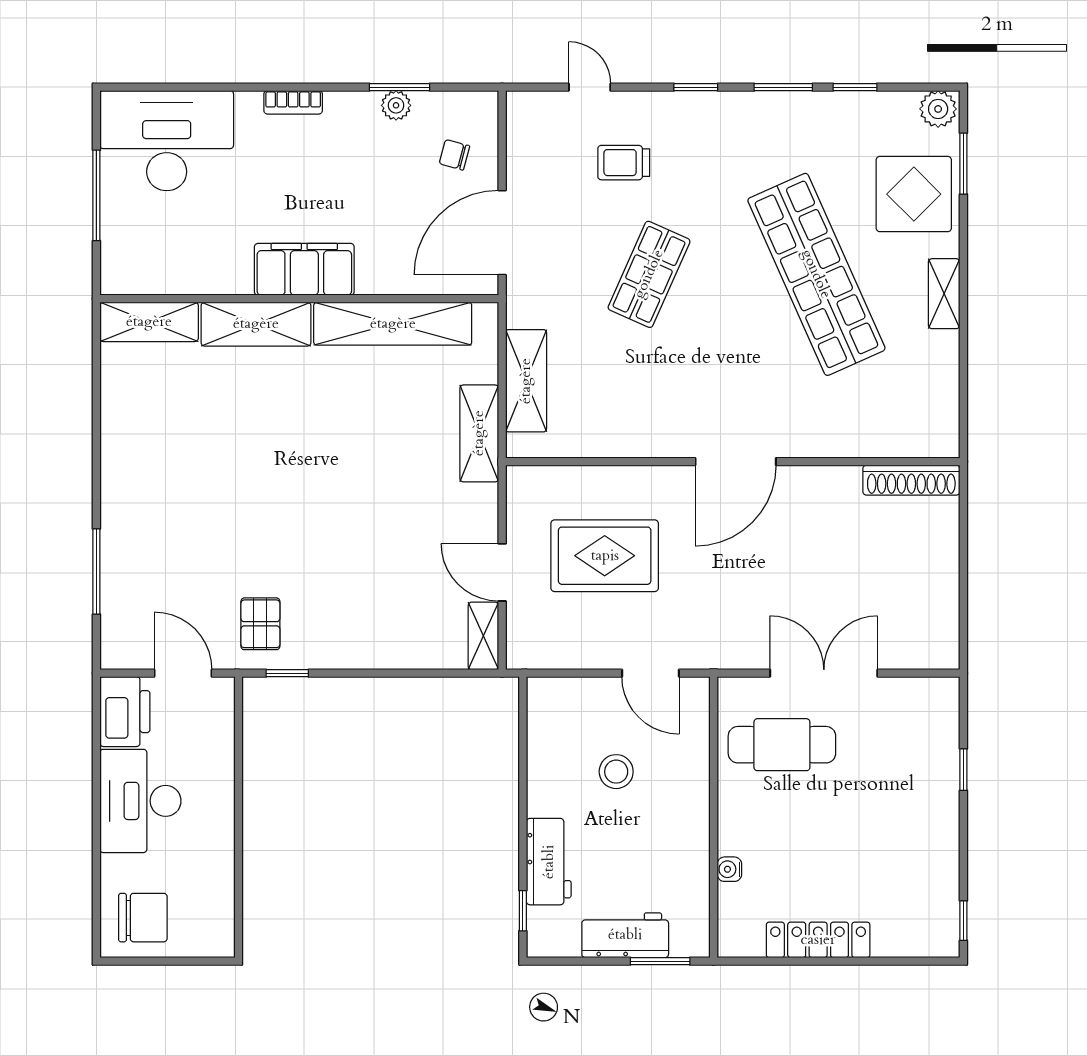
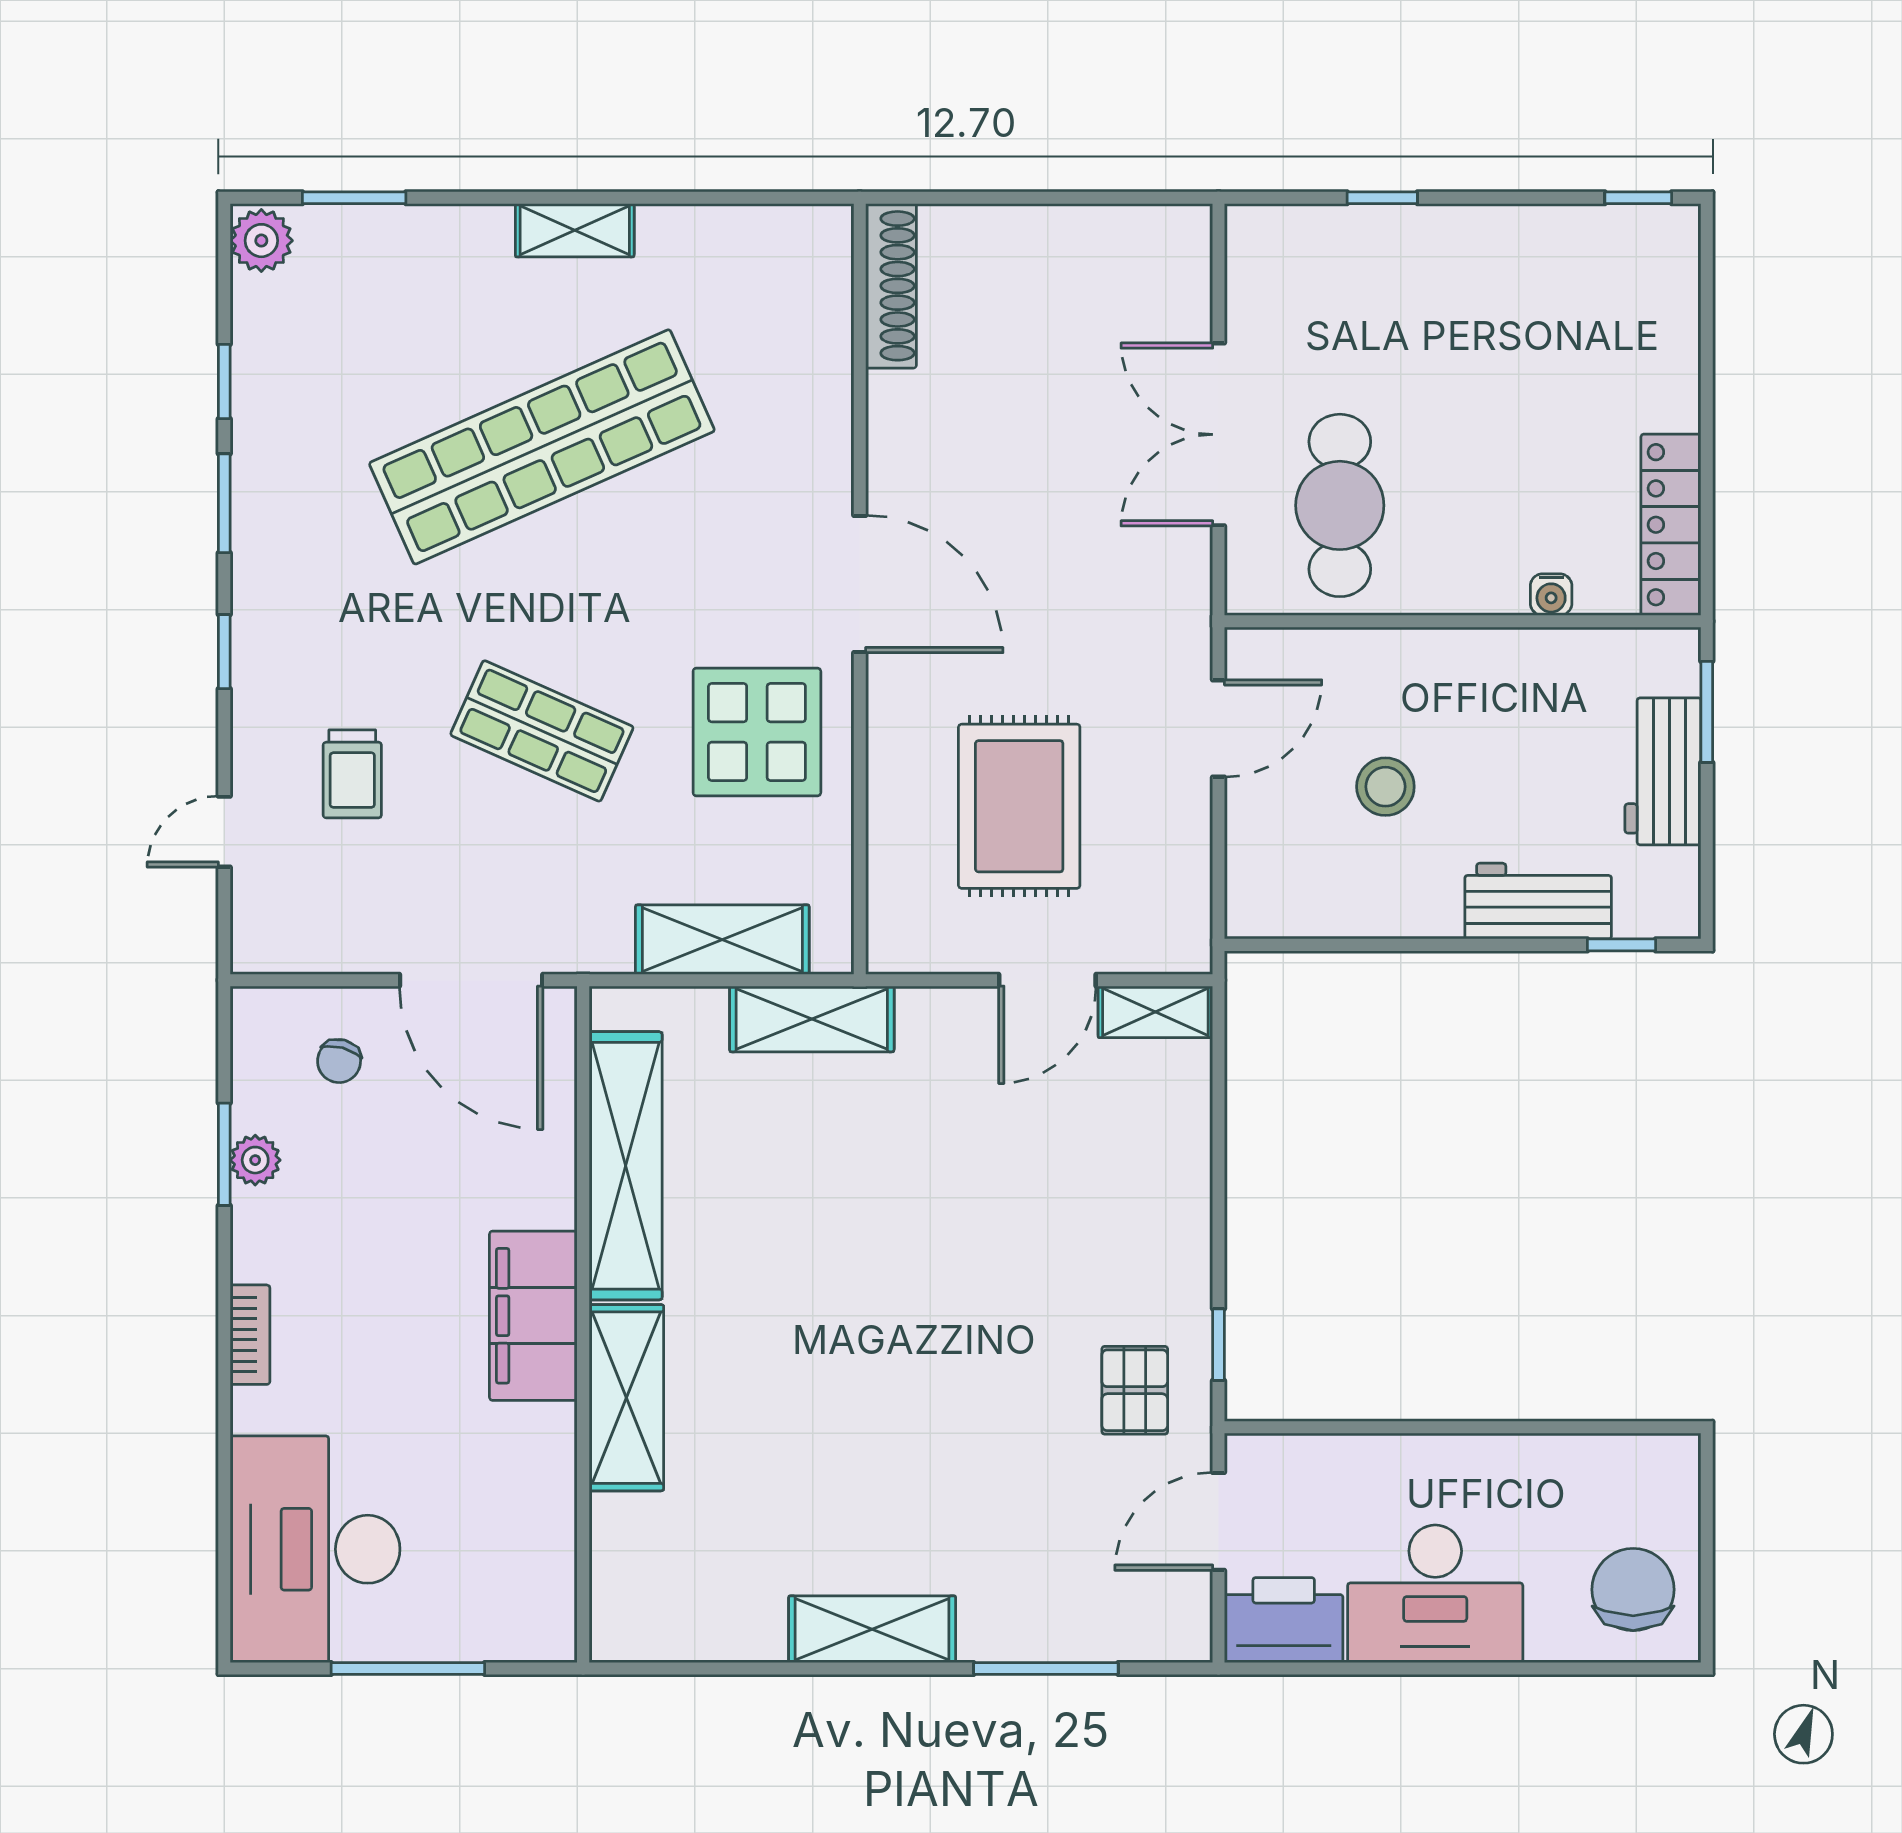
display table: (914, 194) -> (757, 732), moved
shelving: (149, 322) -> (872, 1629), moved, turned 90
pallet: (260, 624) -> (1135, 1390), turned 90
locker: (818, 940) -> (1671, 525), moved

